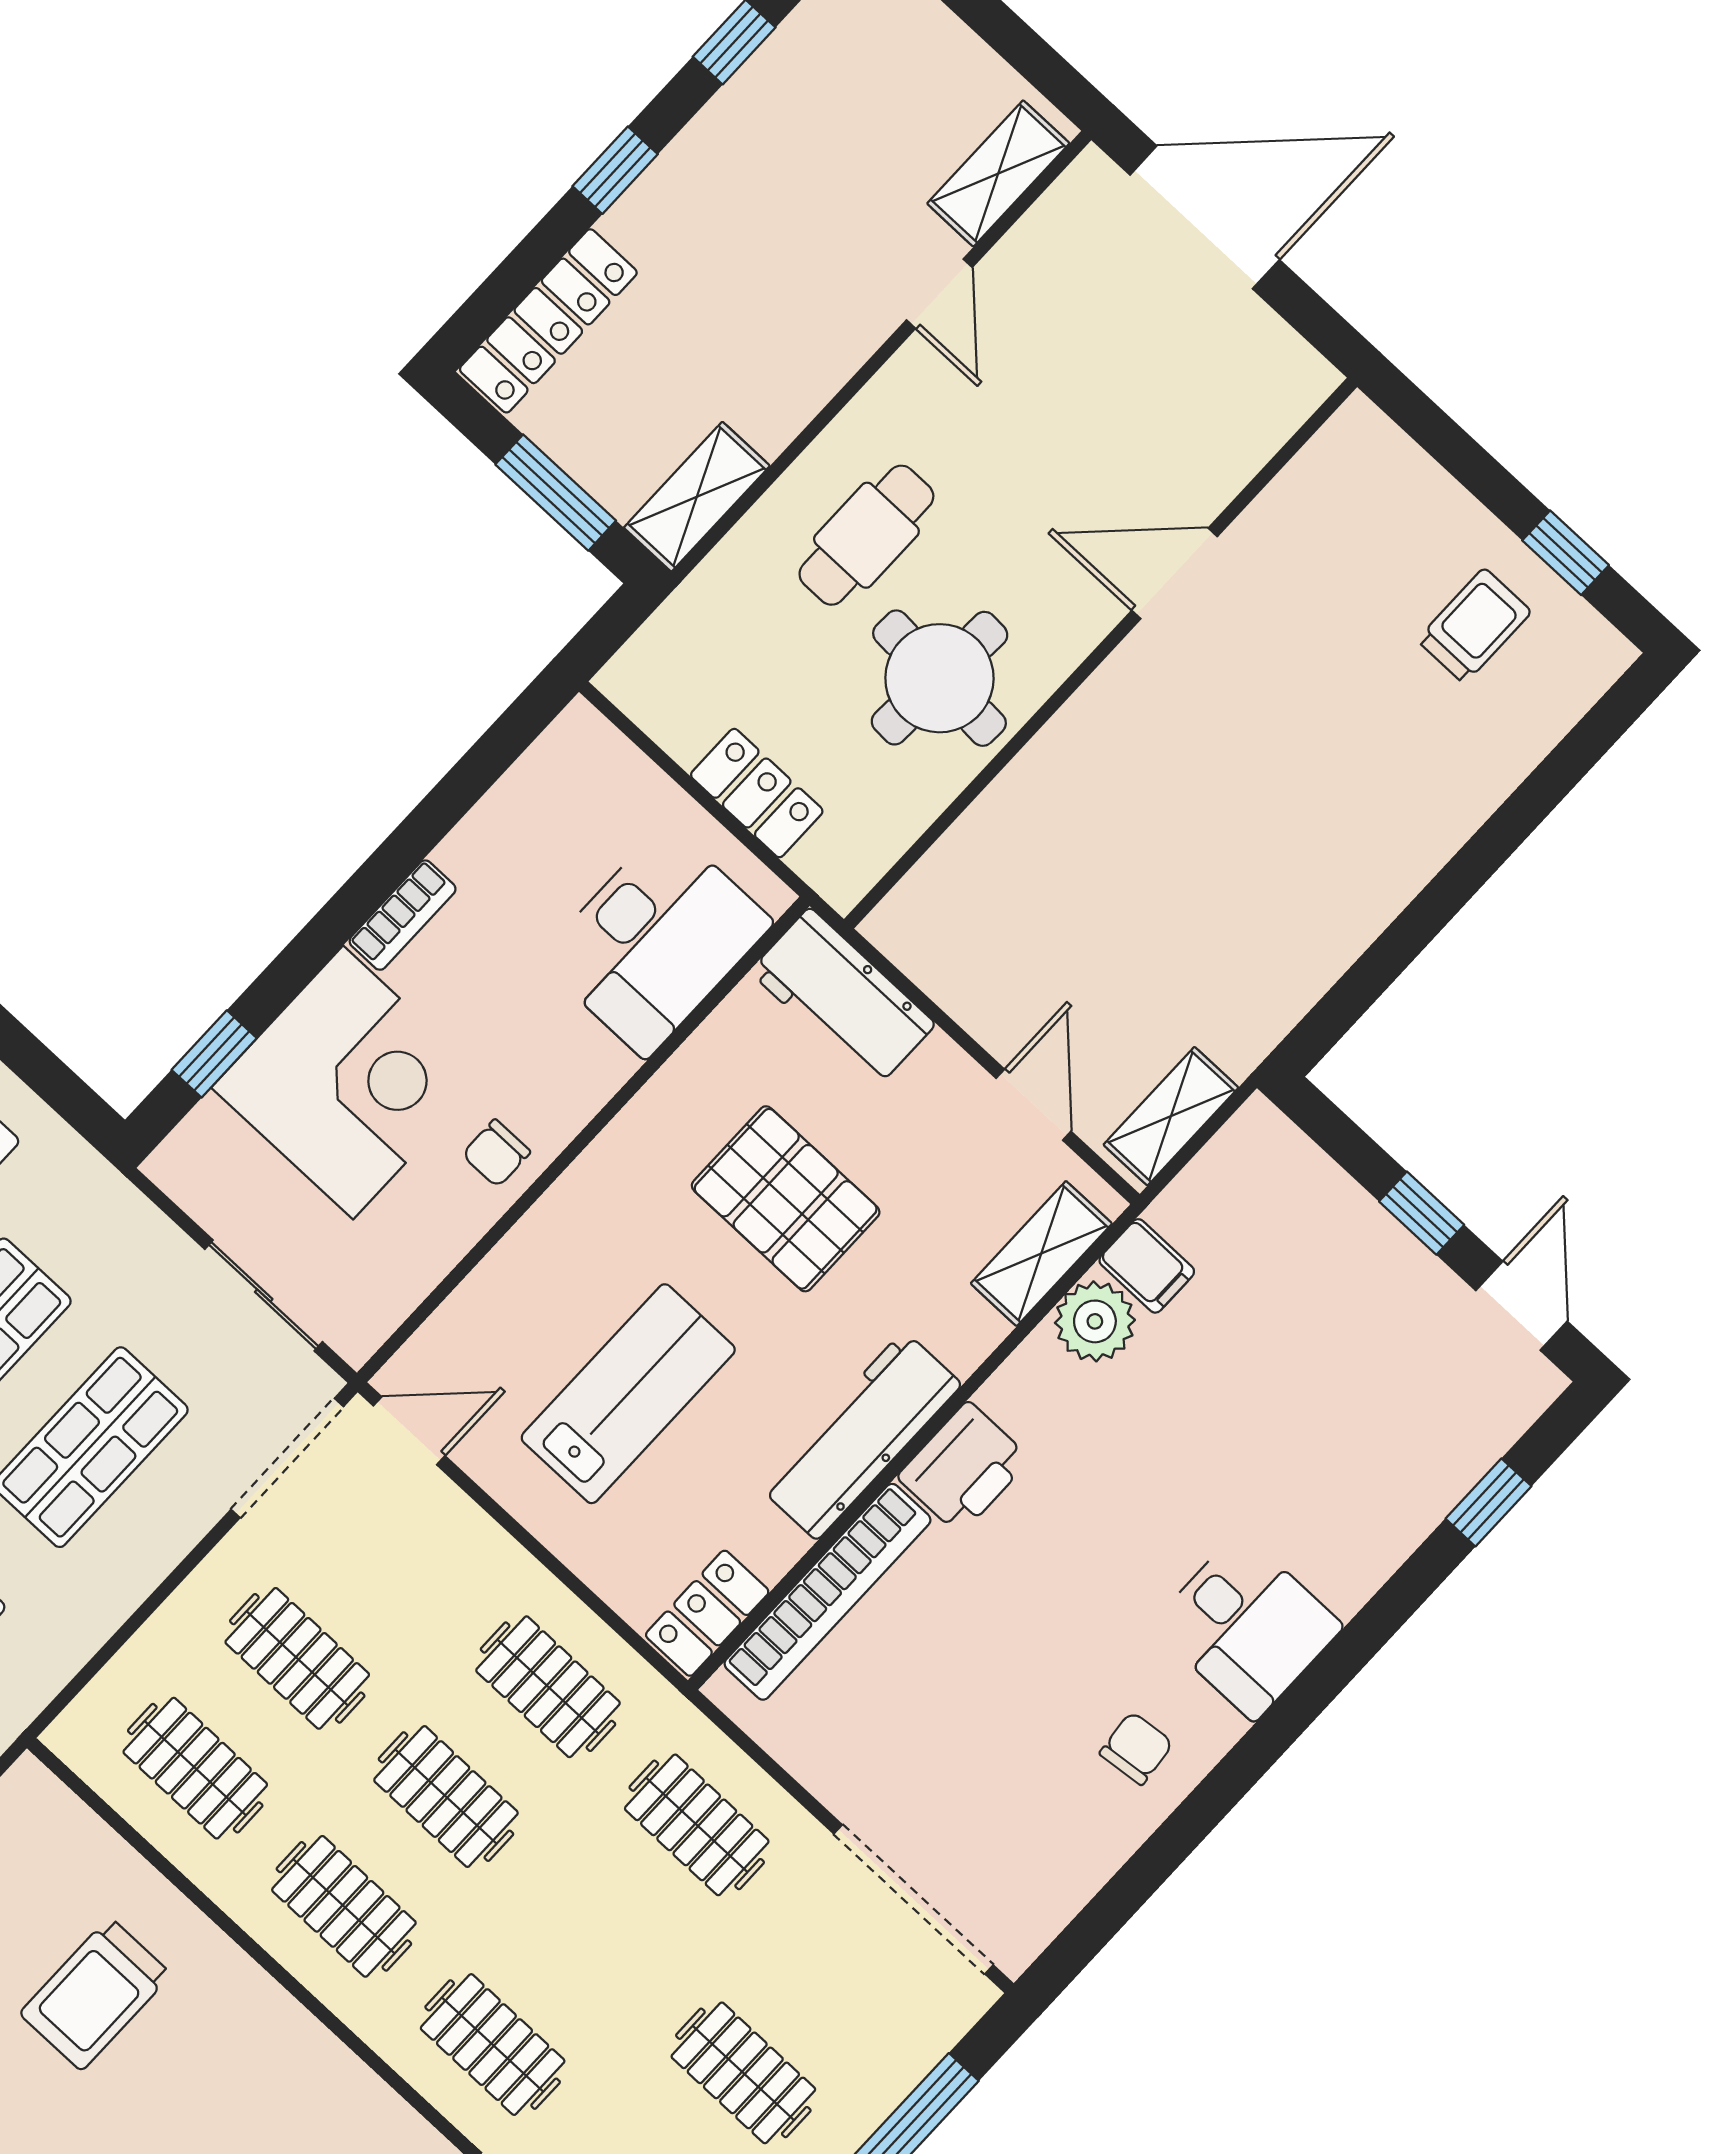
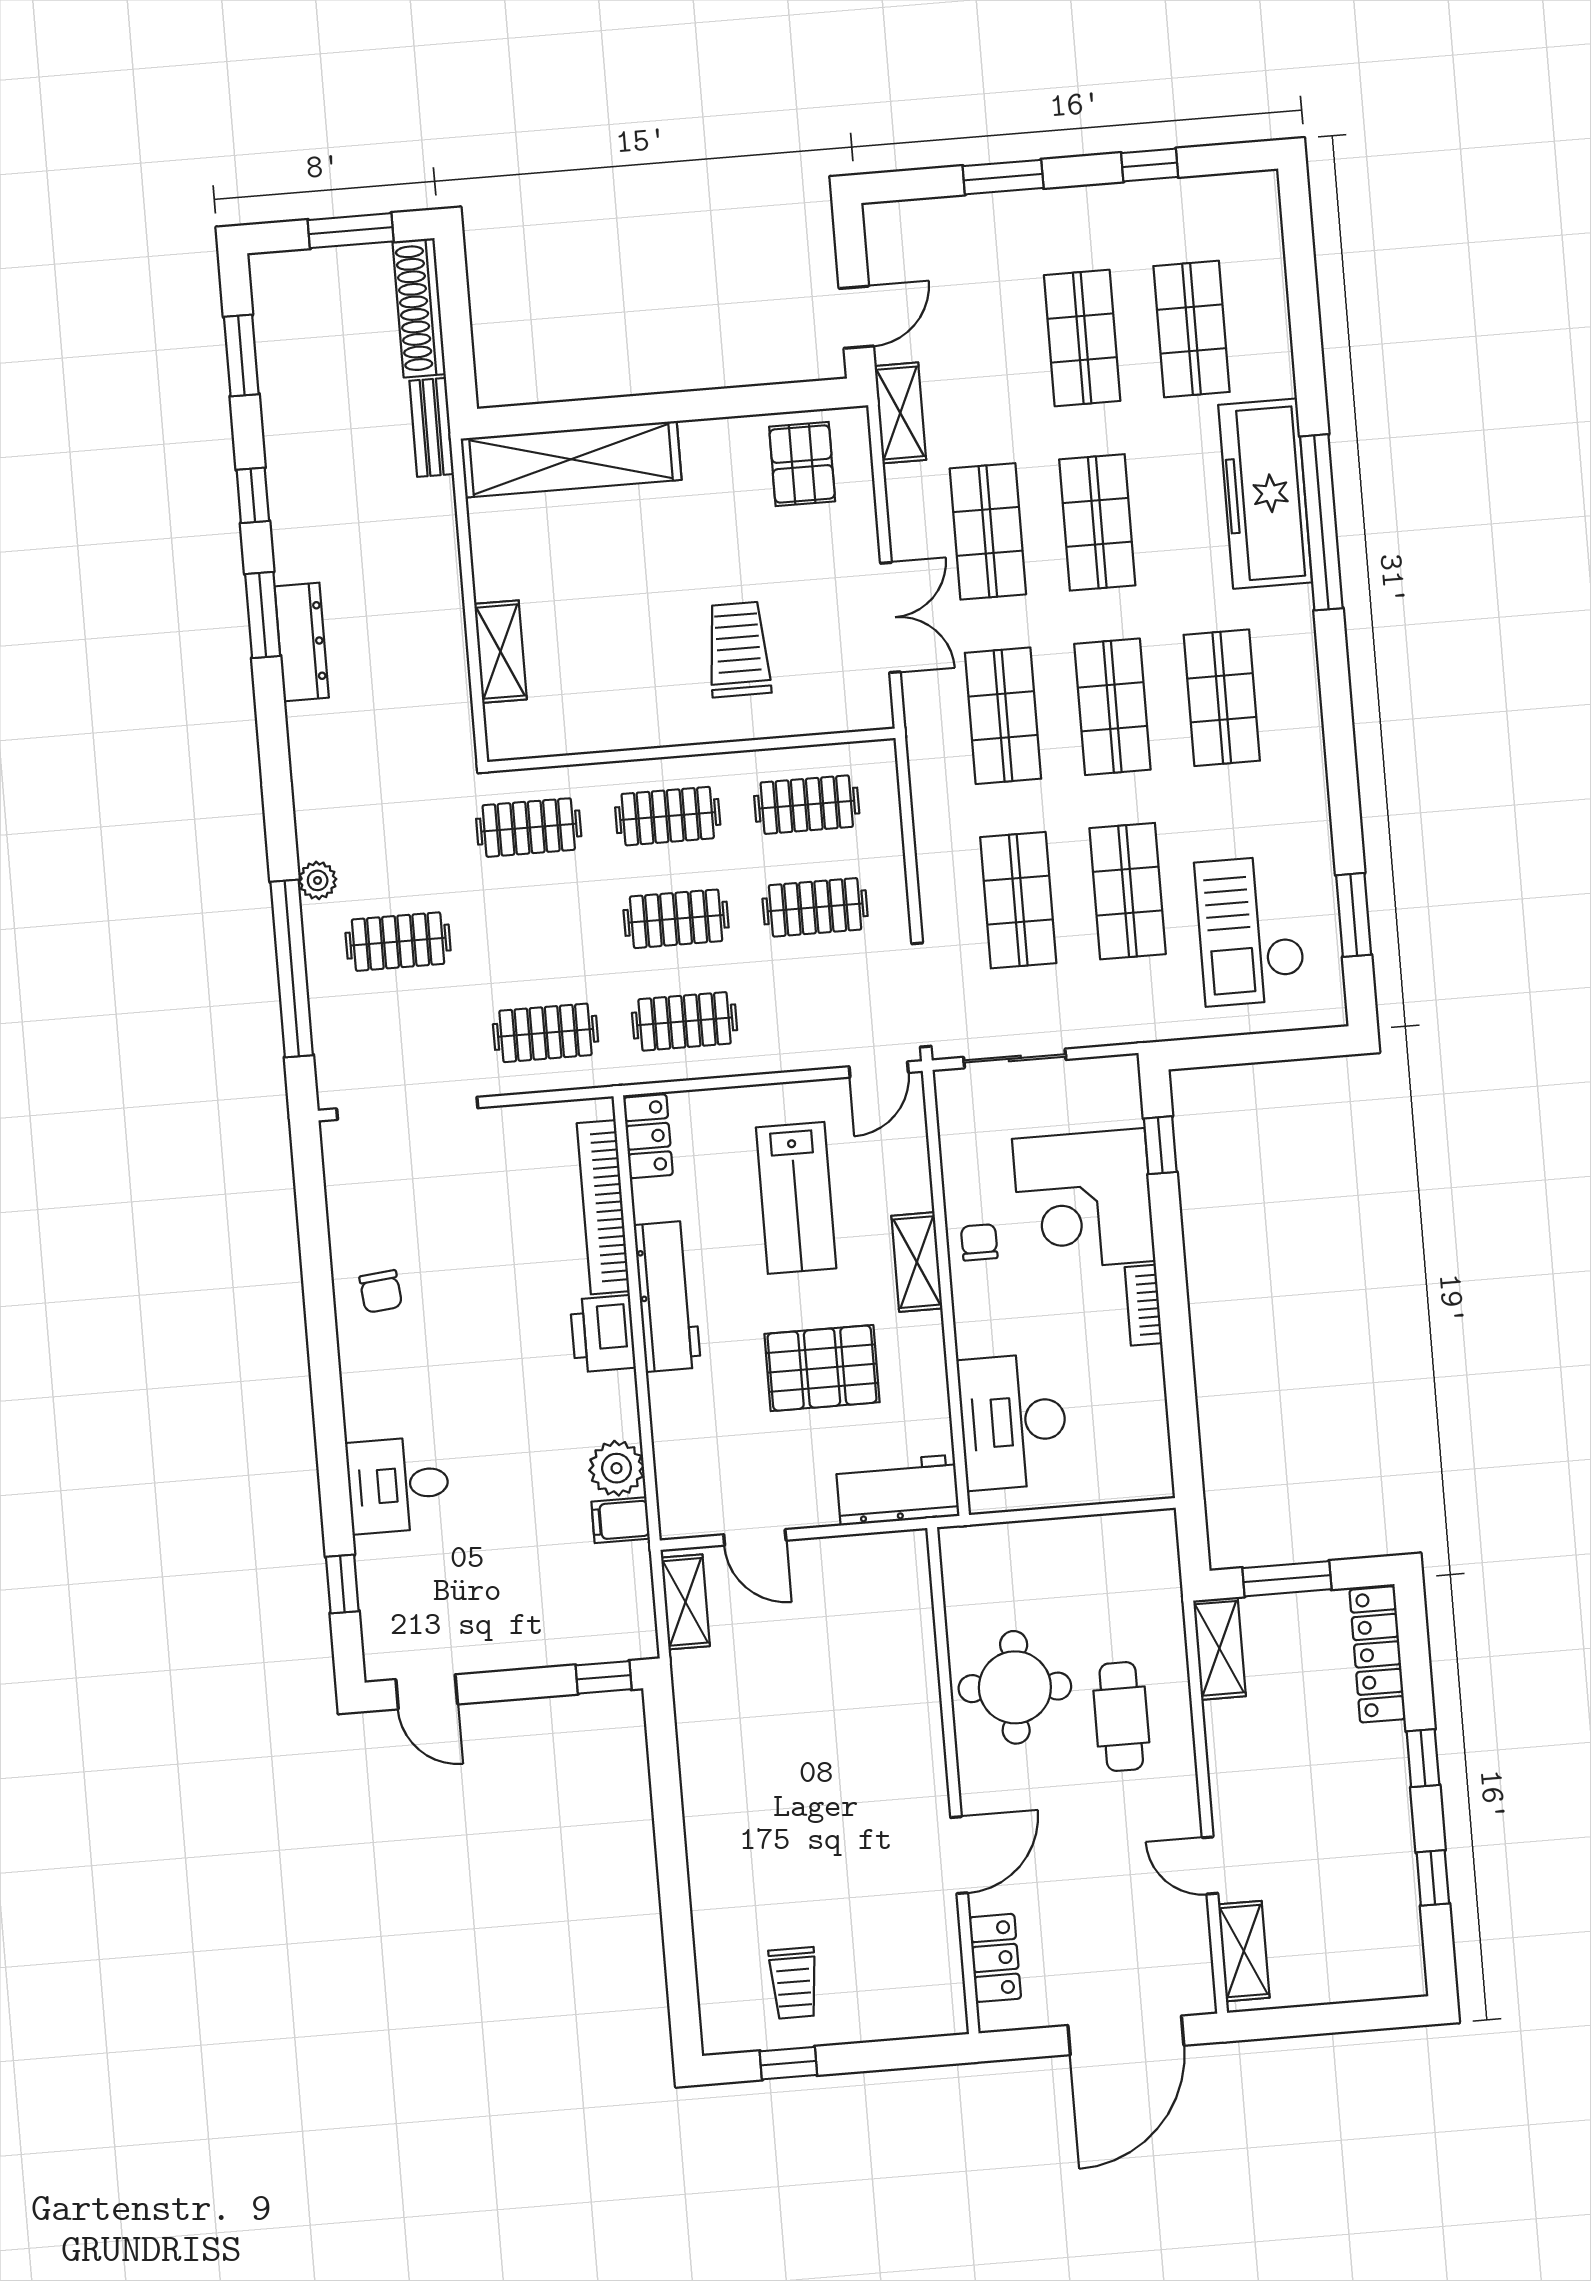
locker: (757, 793) -> (995, 1958), moved, turned -90
window: (1422, 1213) -> (604, 1677), moved
shelving: (1041, 1254) -> (917, 1262), moved
desk: (1247, 1626) -> (398, 1485), moved

